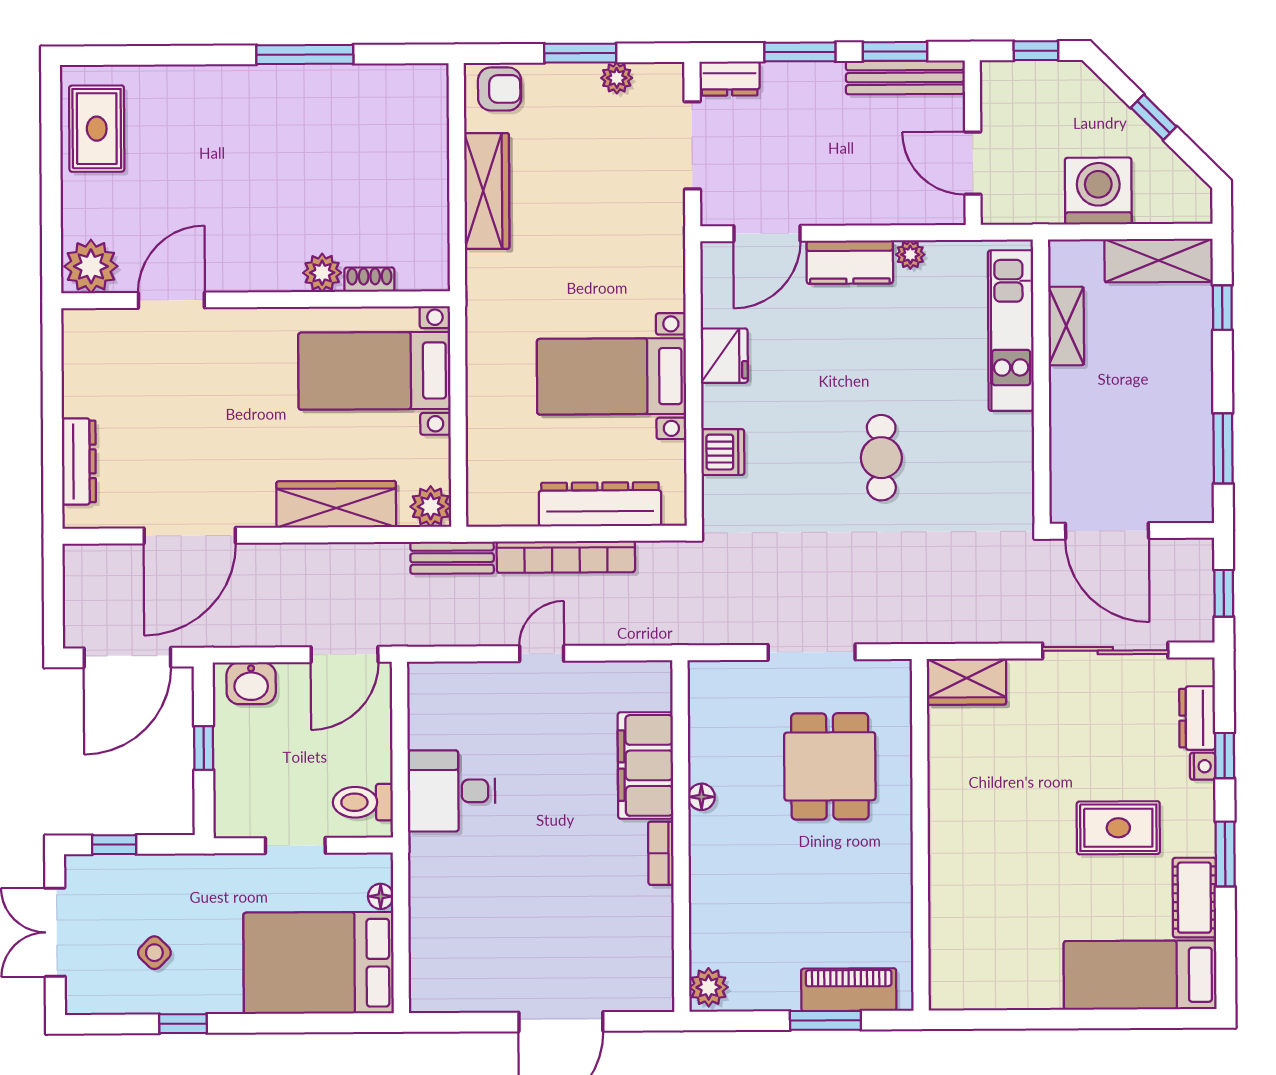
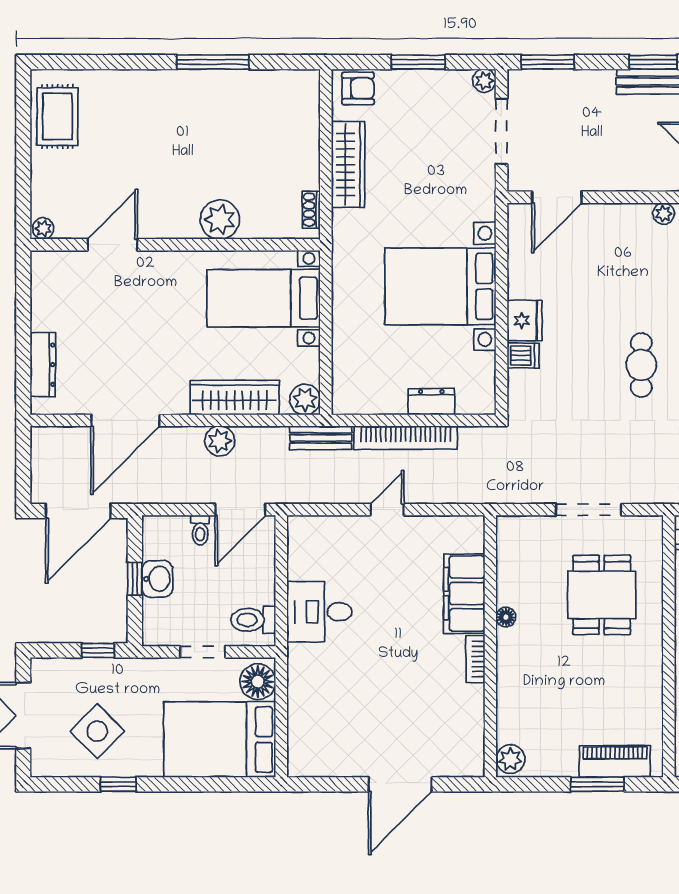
window: (800, 52) -> (548, 62), moved
plant: (617, 78) -> (484, 81), moved
dresser: (730, 79) -> (530, 82), removed
kitchen counter: (850, 262) -> (619, 219), removed
plant: (91, 266) -> (43, 228), width x0.53, depth x0.53
plant: (322, 273) -> (220, 220), width x1.36, depth x1.36
shoe rack: (369, 280) -> (311, 210), moved, turned -90
fridge: (724, 356) -> (525, 321), moved
bed with nightstands: (612, 376) -> (440, 286), width x1.36
dishwasher: (723, 452) -> (523, 355), width x0.73
dresser: (600, 504) -> (431, 402), width x0.51, depth x0.80
plant: (316, 563) -> (220, 441), added
toilet: (291, 682) -> (200, 530), added
washbasin: (251, 683) -> (157, 579), moved, turned -90
window: (114, 845) -> (98, 650), moved
floor lamp: (381, 896) -> (258, 682), width x1.89, depth x1.89
side table: (154, 953) -> (97, 731), width x1.87, depth x1.87

